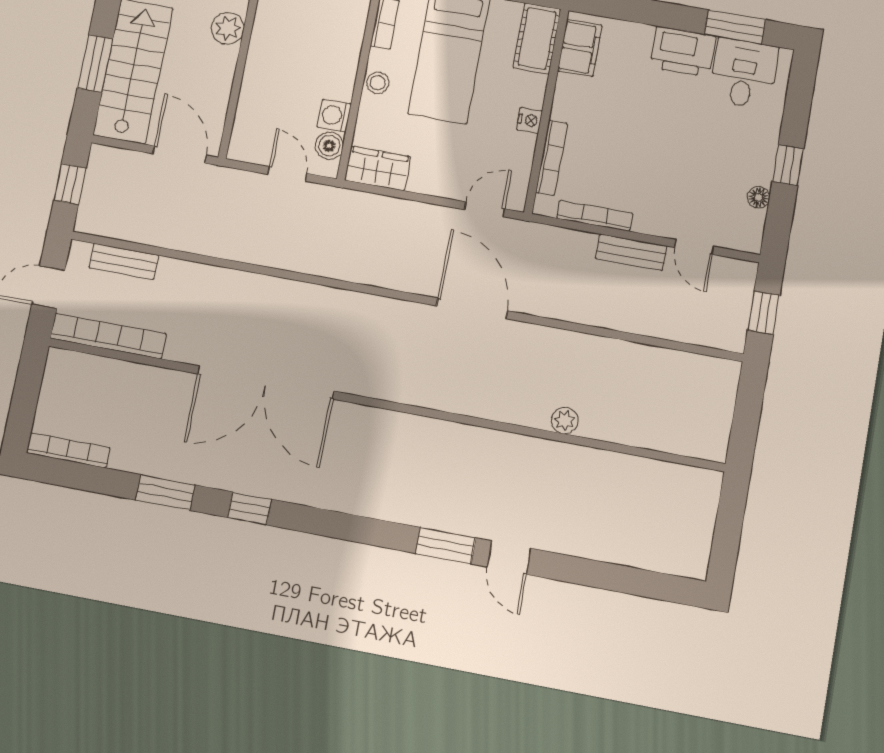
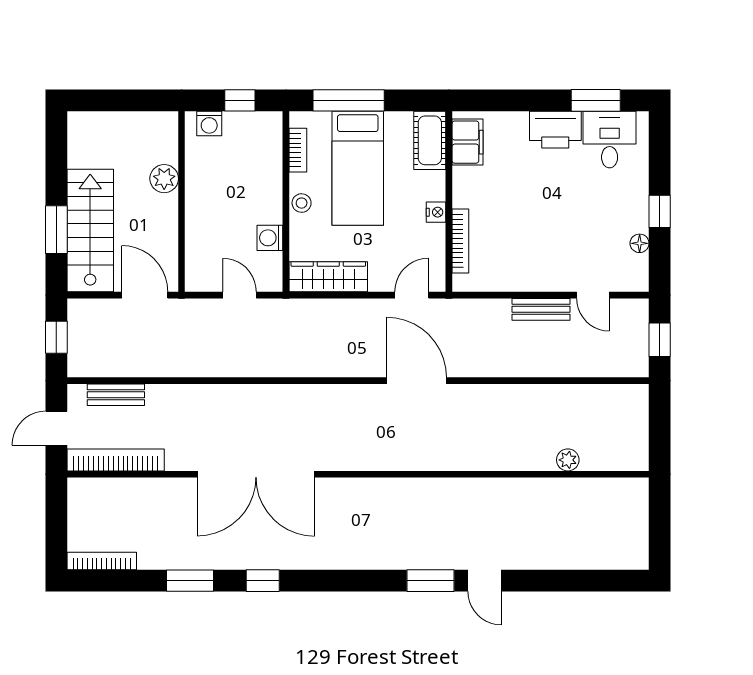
boiler: (329, 146) -> (271, 265), removed
wardrobe: (377, 168) -> (328, 277), width x1.50
bookcase: (595, 216) -> (505, 284), removed
plant: (565, 421) -> (568, 460), moved

